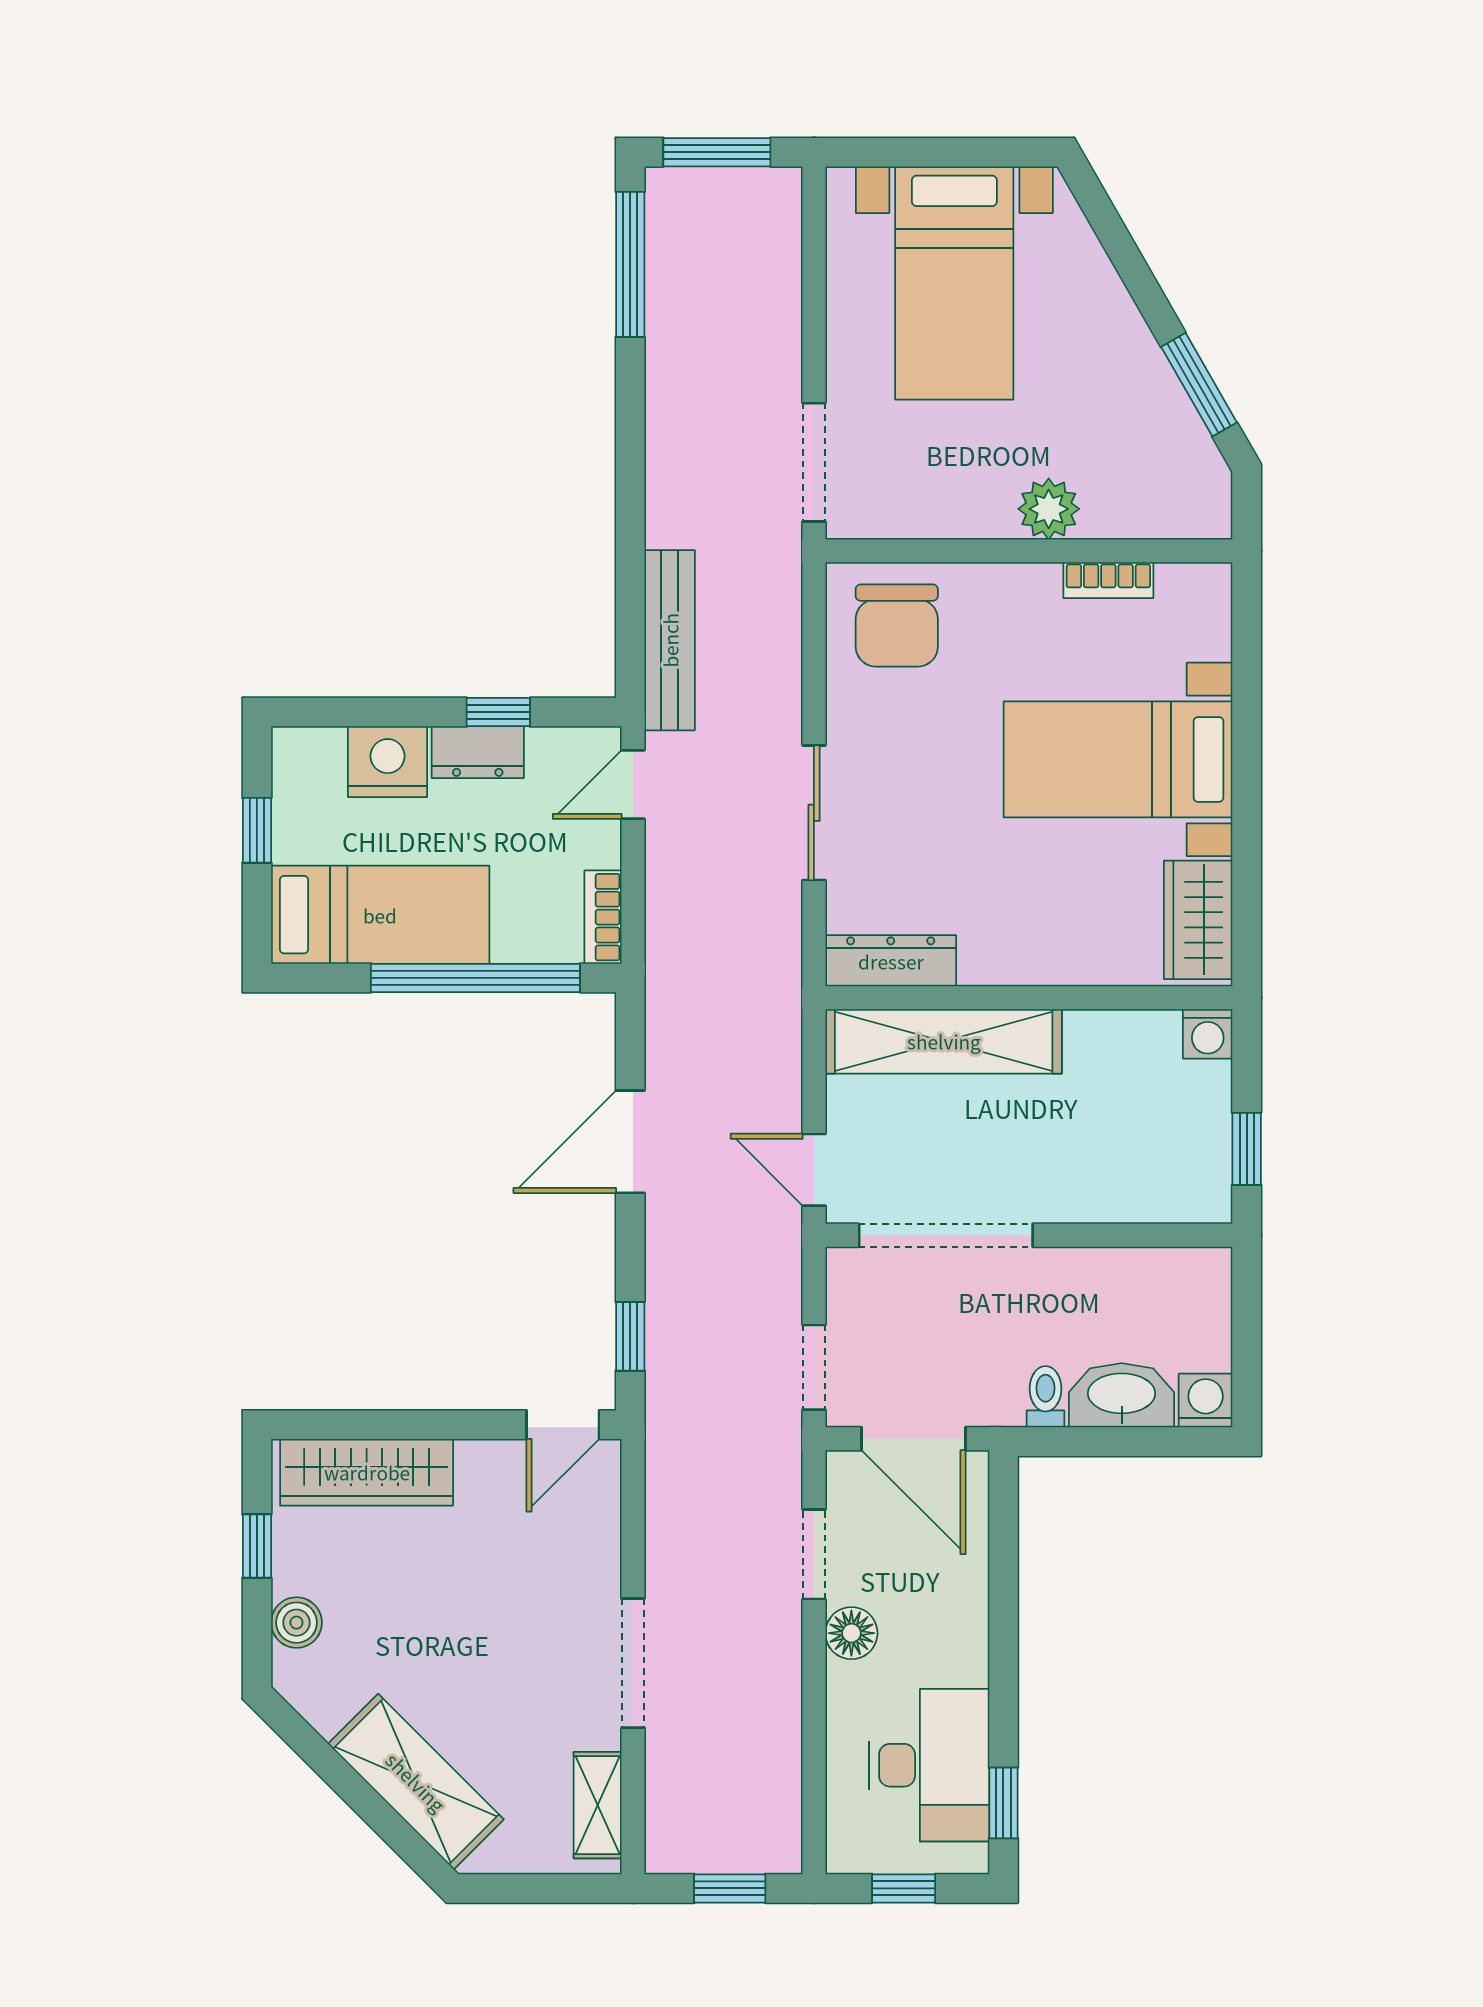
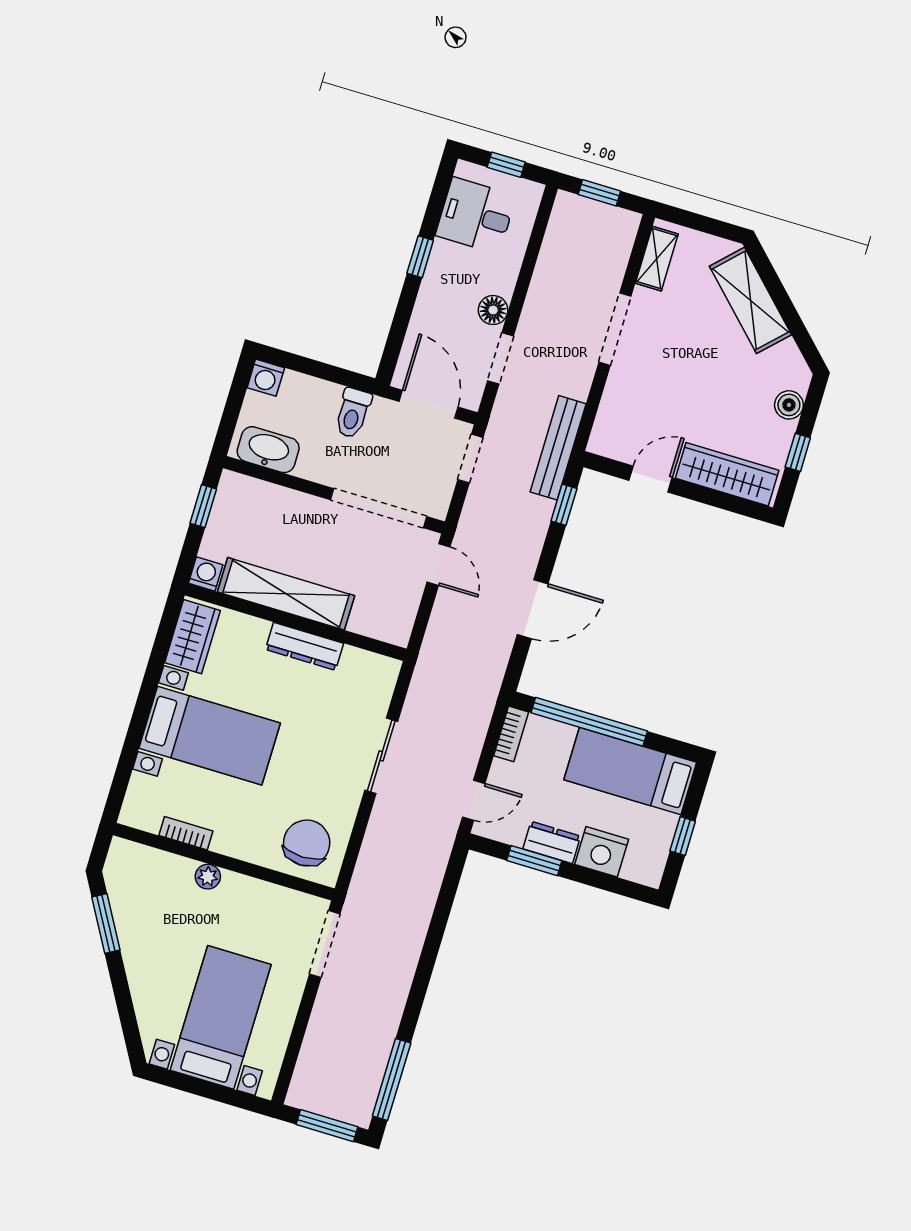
plant: (1049, 509) -> (208, 877), width x0.73, depth x0.73
bench: (670, 640) -> (558, 448), moved
window: (498, 712) -> (534, 861), width x1.50
dresser: (891, 961) -> (305, 646), moved
shelving: (944, 1041) -> (286, 594), moved
washbasin: (1122, 1395) -> (268, 450), moved, turned 180
toilet: (1045, 1397) -> (353, 413), width x1.37, depth x1.39
door: (563, 1425) -> (651, 479), moved
desk: (929, 1765) -> (476, 216), width x0.73
window: (1003, 1803) -> (420, 257), moved

